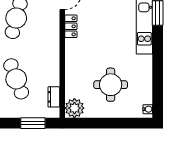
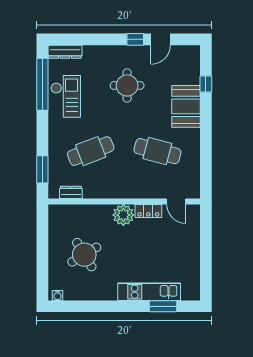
round table: (111, 85) -> (84, 255), turned -31
plant: (74, 108) -> (123, 215), moved

